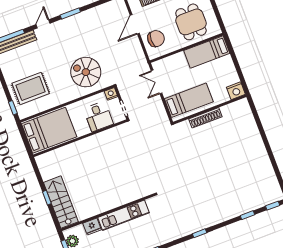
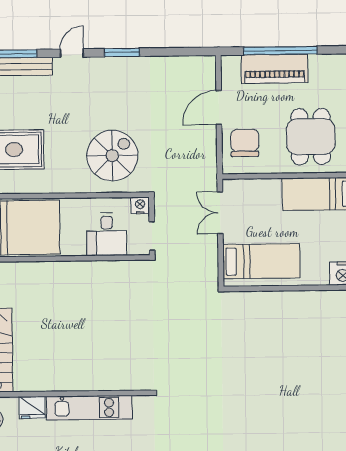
chair: (156, 39) -> (245, 143), turned -90
spiral stairs: (86, 72) -> (112, 156), turned 90
shoe rack: (205, 118) -> (278, 299), removed

